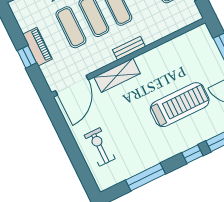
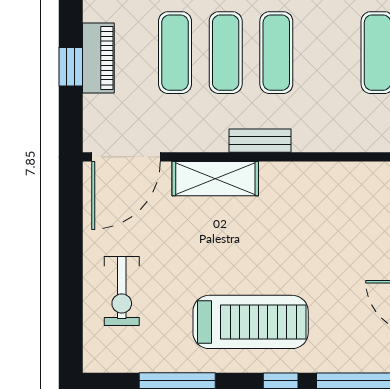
treadmill: (180, 105) -> (251, 322), moved
exercise bike: (100, 147) -> (122, 291), turned 180

